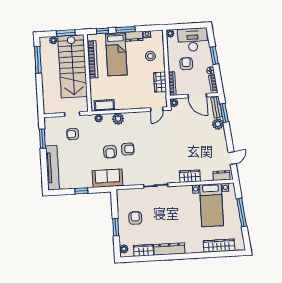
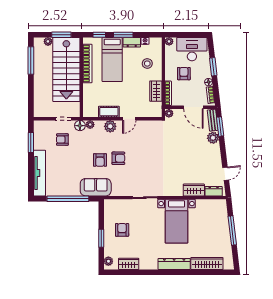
cot: (104, 105) -> (109, 112), moved
door: (157, 109) -> (129, 119), moved
floor lamp: (89, 120) -> (80, 126), added
wardrobe: (190, 176) -> (194, 190), moved
window: (81, 191) -> (68, 199), width x3.17
bed with nightstands: (211, 205) -> (177, 221), moved
dresser: (169, 249) -> (174, 264), moved

